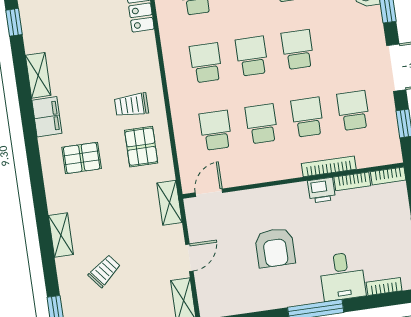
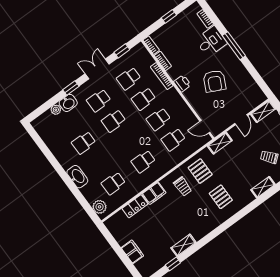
school desk: (252, 56) -> (99, 100), moved
shelving: (38, 75) -> (183, 245), moved
filing cabinet: (47, 117) -> (154, 193), moved, turned 180
pallet: (141, 147) -> (200, 171), turned 90
printer: (321, 190) -> (182, 83), moved
armchair: (275, 248) -> (214, 81), turned 116
door: (189, 258) -> (241, 120), swing flipped

